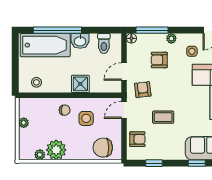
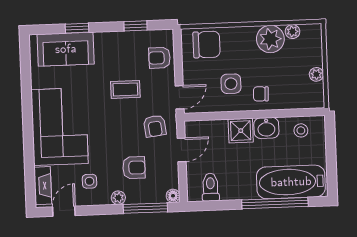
washbasin: (80, 41) -> (266, 128), moved, turned 180

